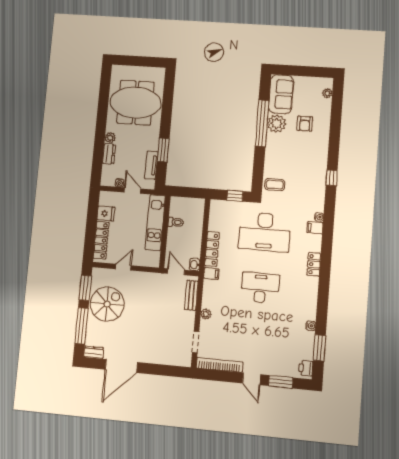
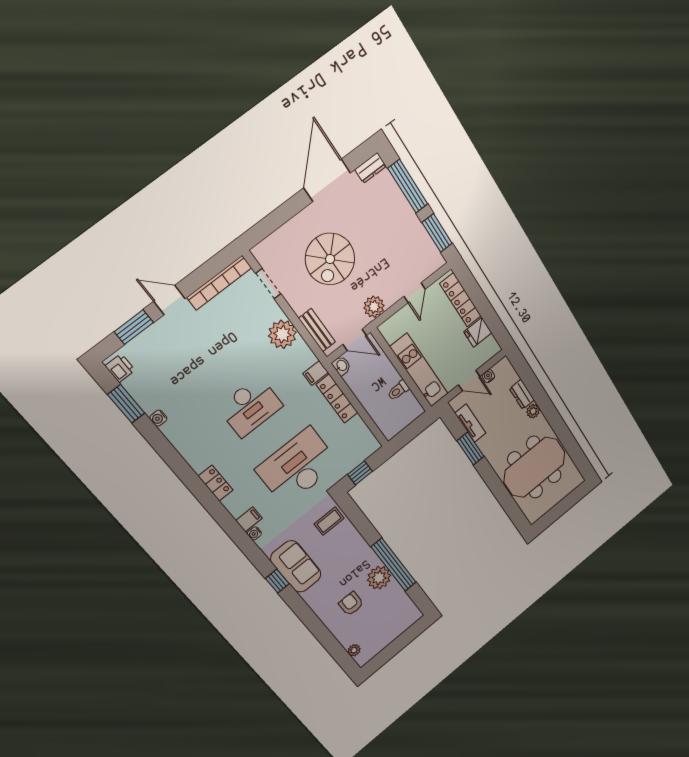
sofa: (281, 94) -> (296, 566), moved, turned 180
plant: (151, 280) -> (374, 307), added
spiral stairs: (107, 304) -> (330, 259), moved
plant: (206, 314) -> (282, 334), width x1.88, depth x1.88

